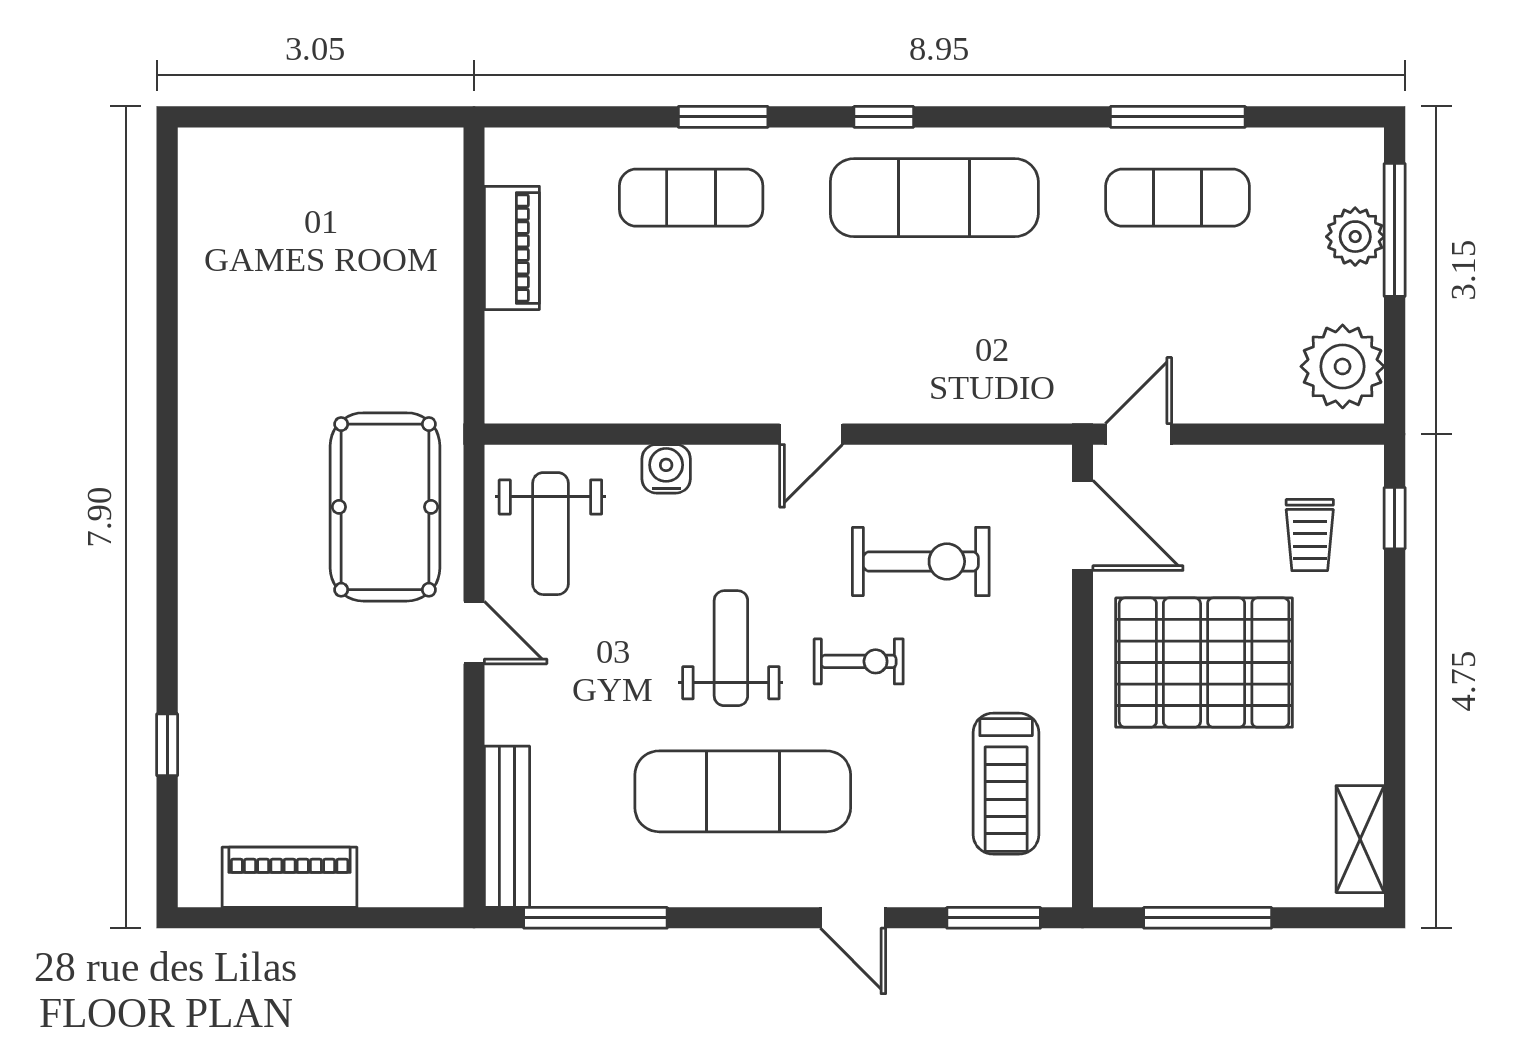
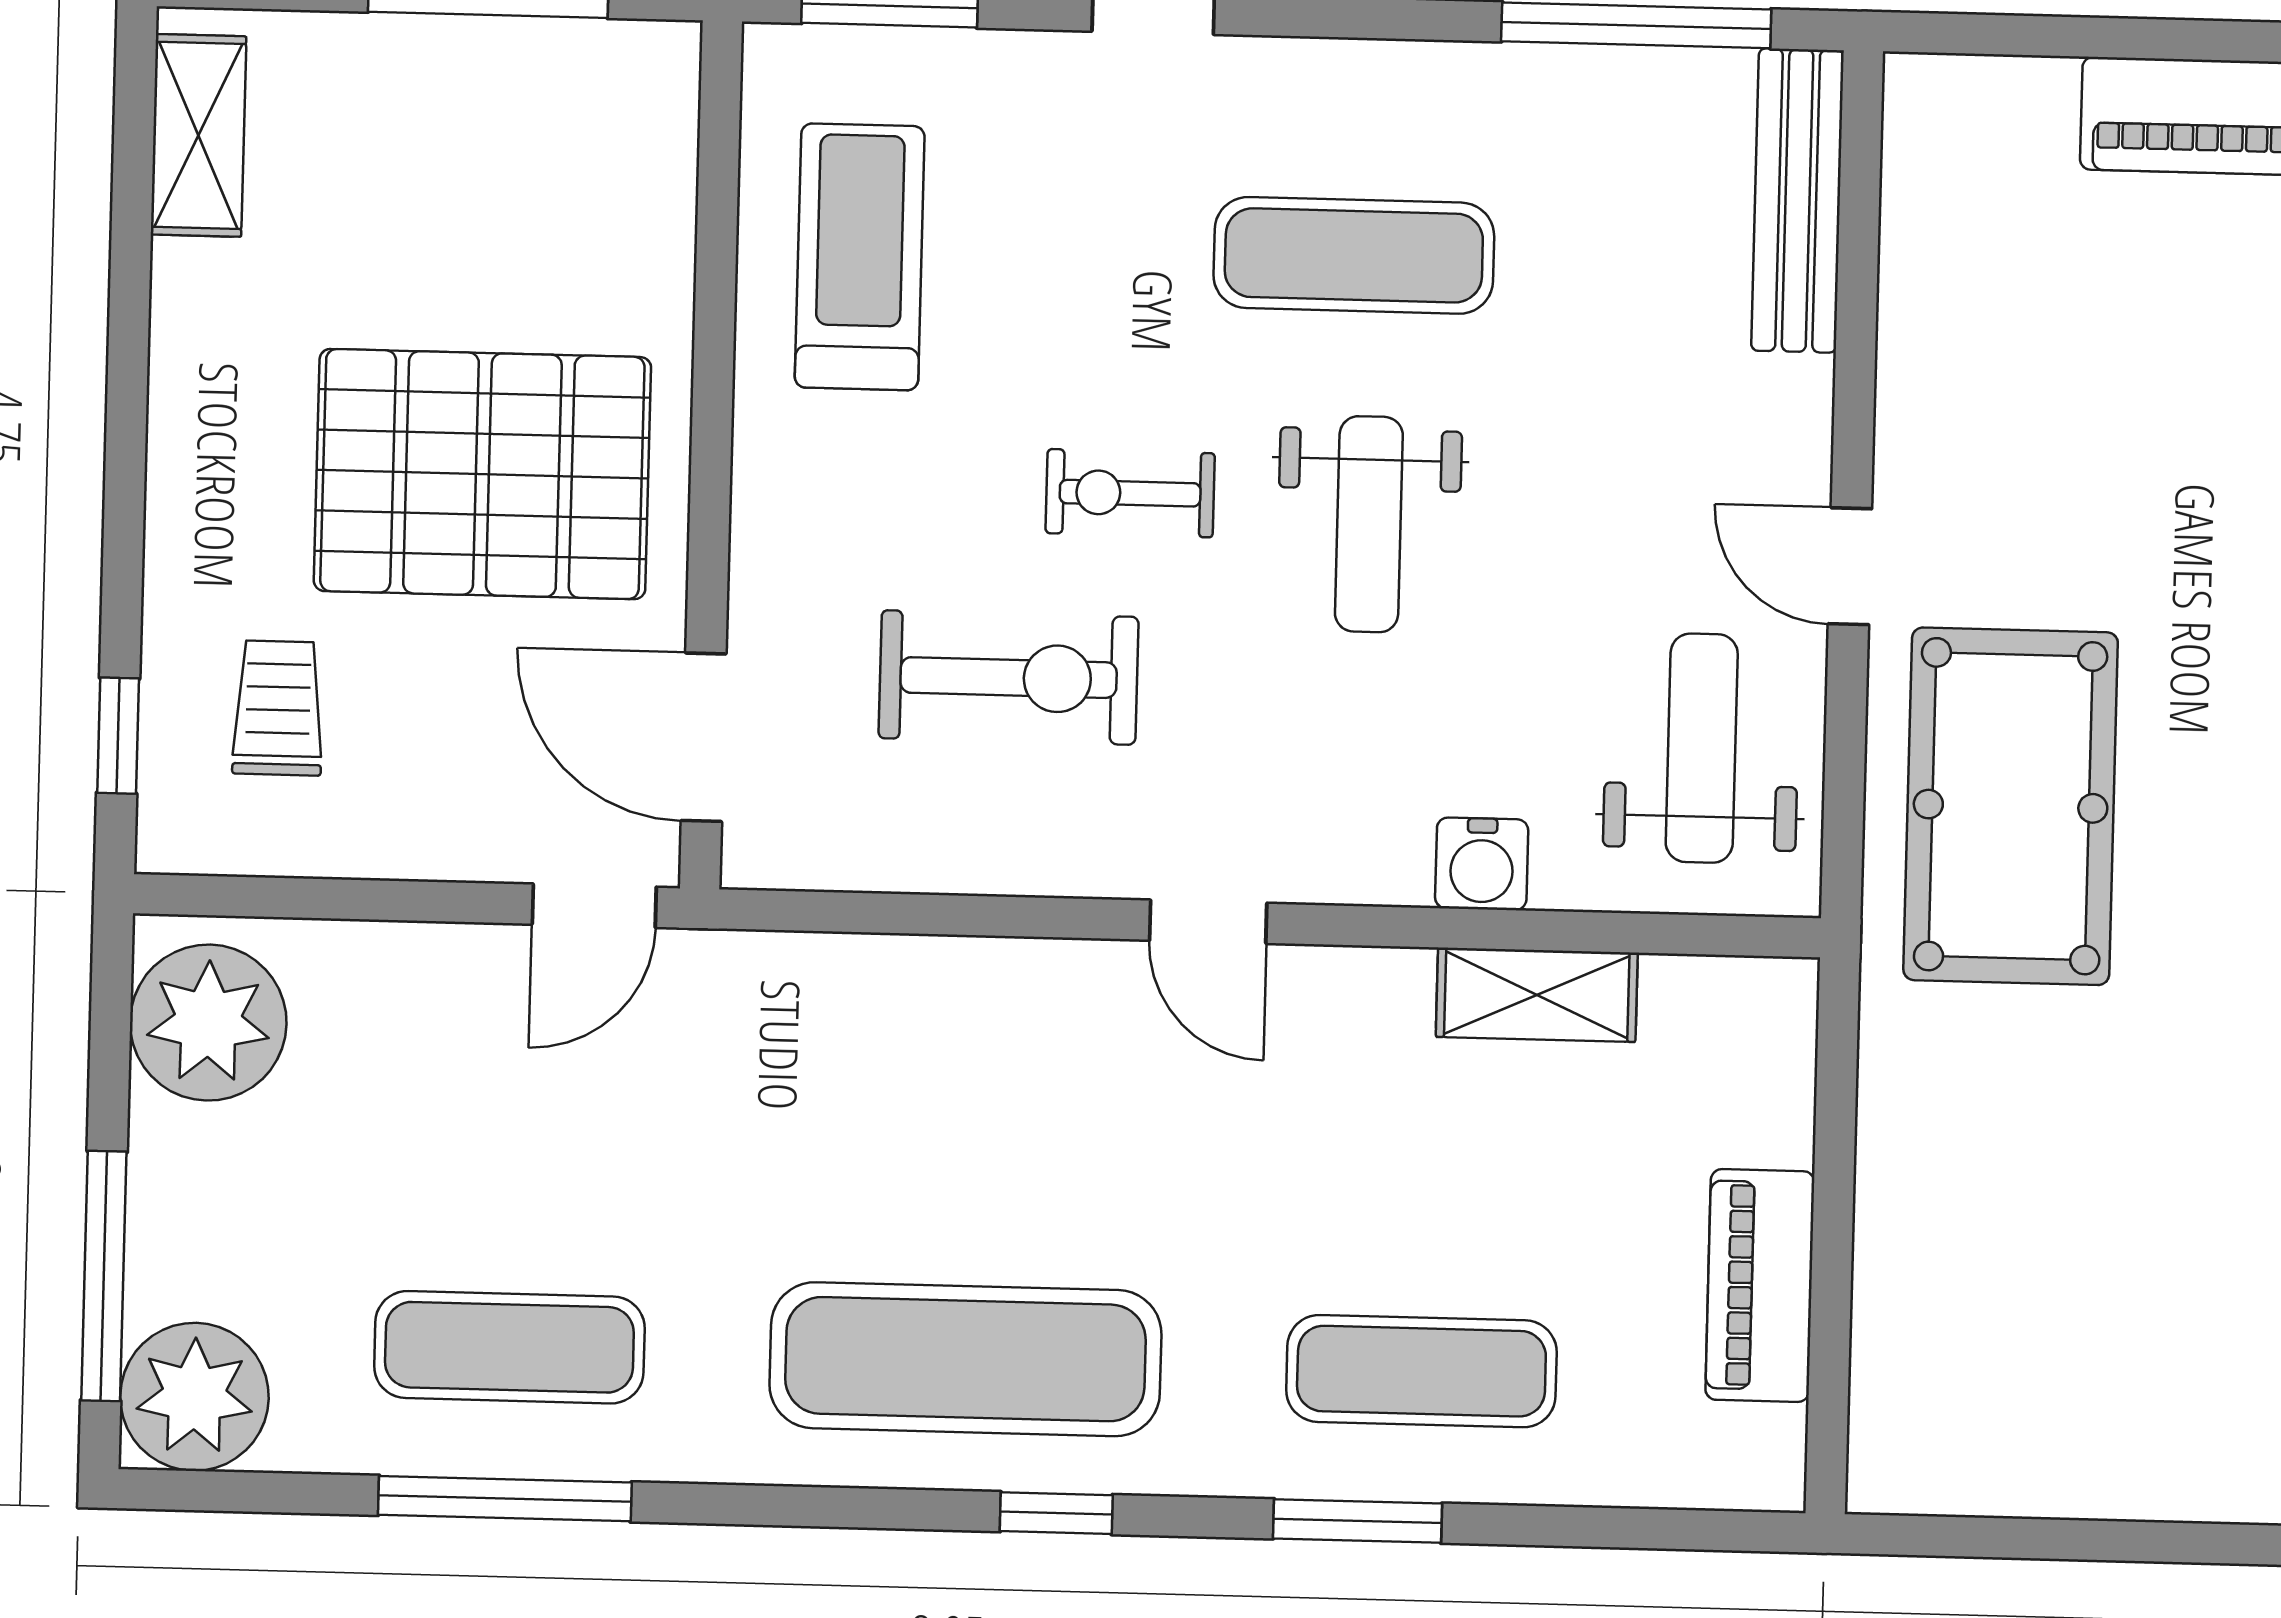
plant: (1355, 237) -> (194, 1397), moved, width x1.36, depth x1.36
shelving: (635, 400) -> (1537, 995), added
door: (811, 434) -> (1208, 922), swing flipped
exercise bike: (921, 561) -> (1009, 678), turned 180
exercise mat: (743, 791) -> (1354, 255), width x0.73, depth x0.69

